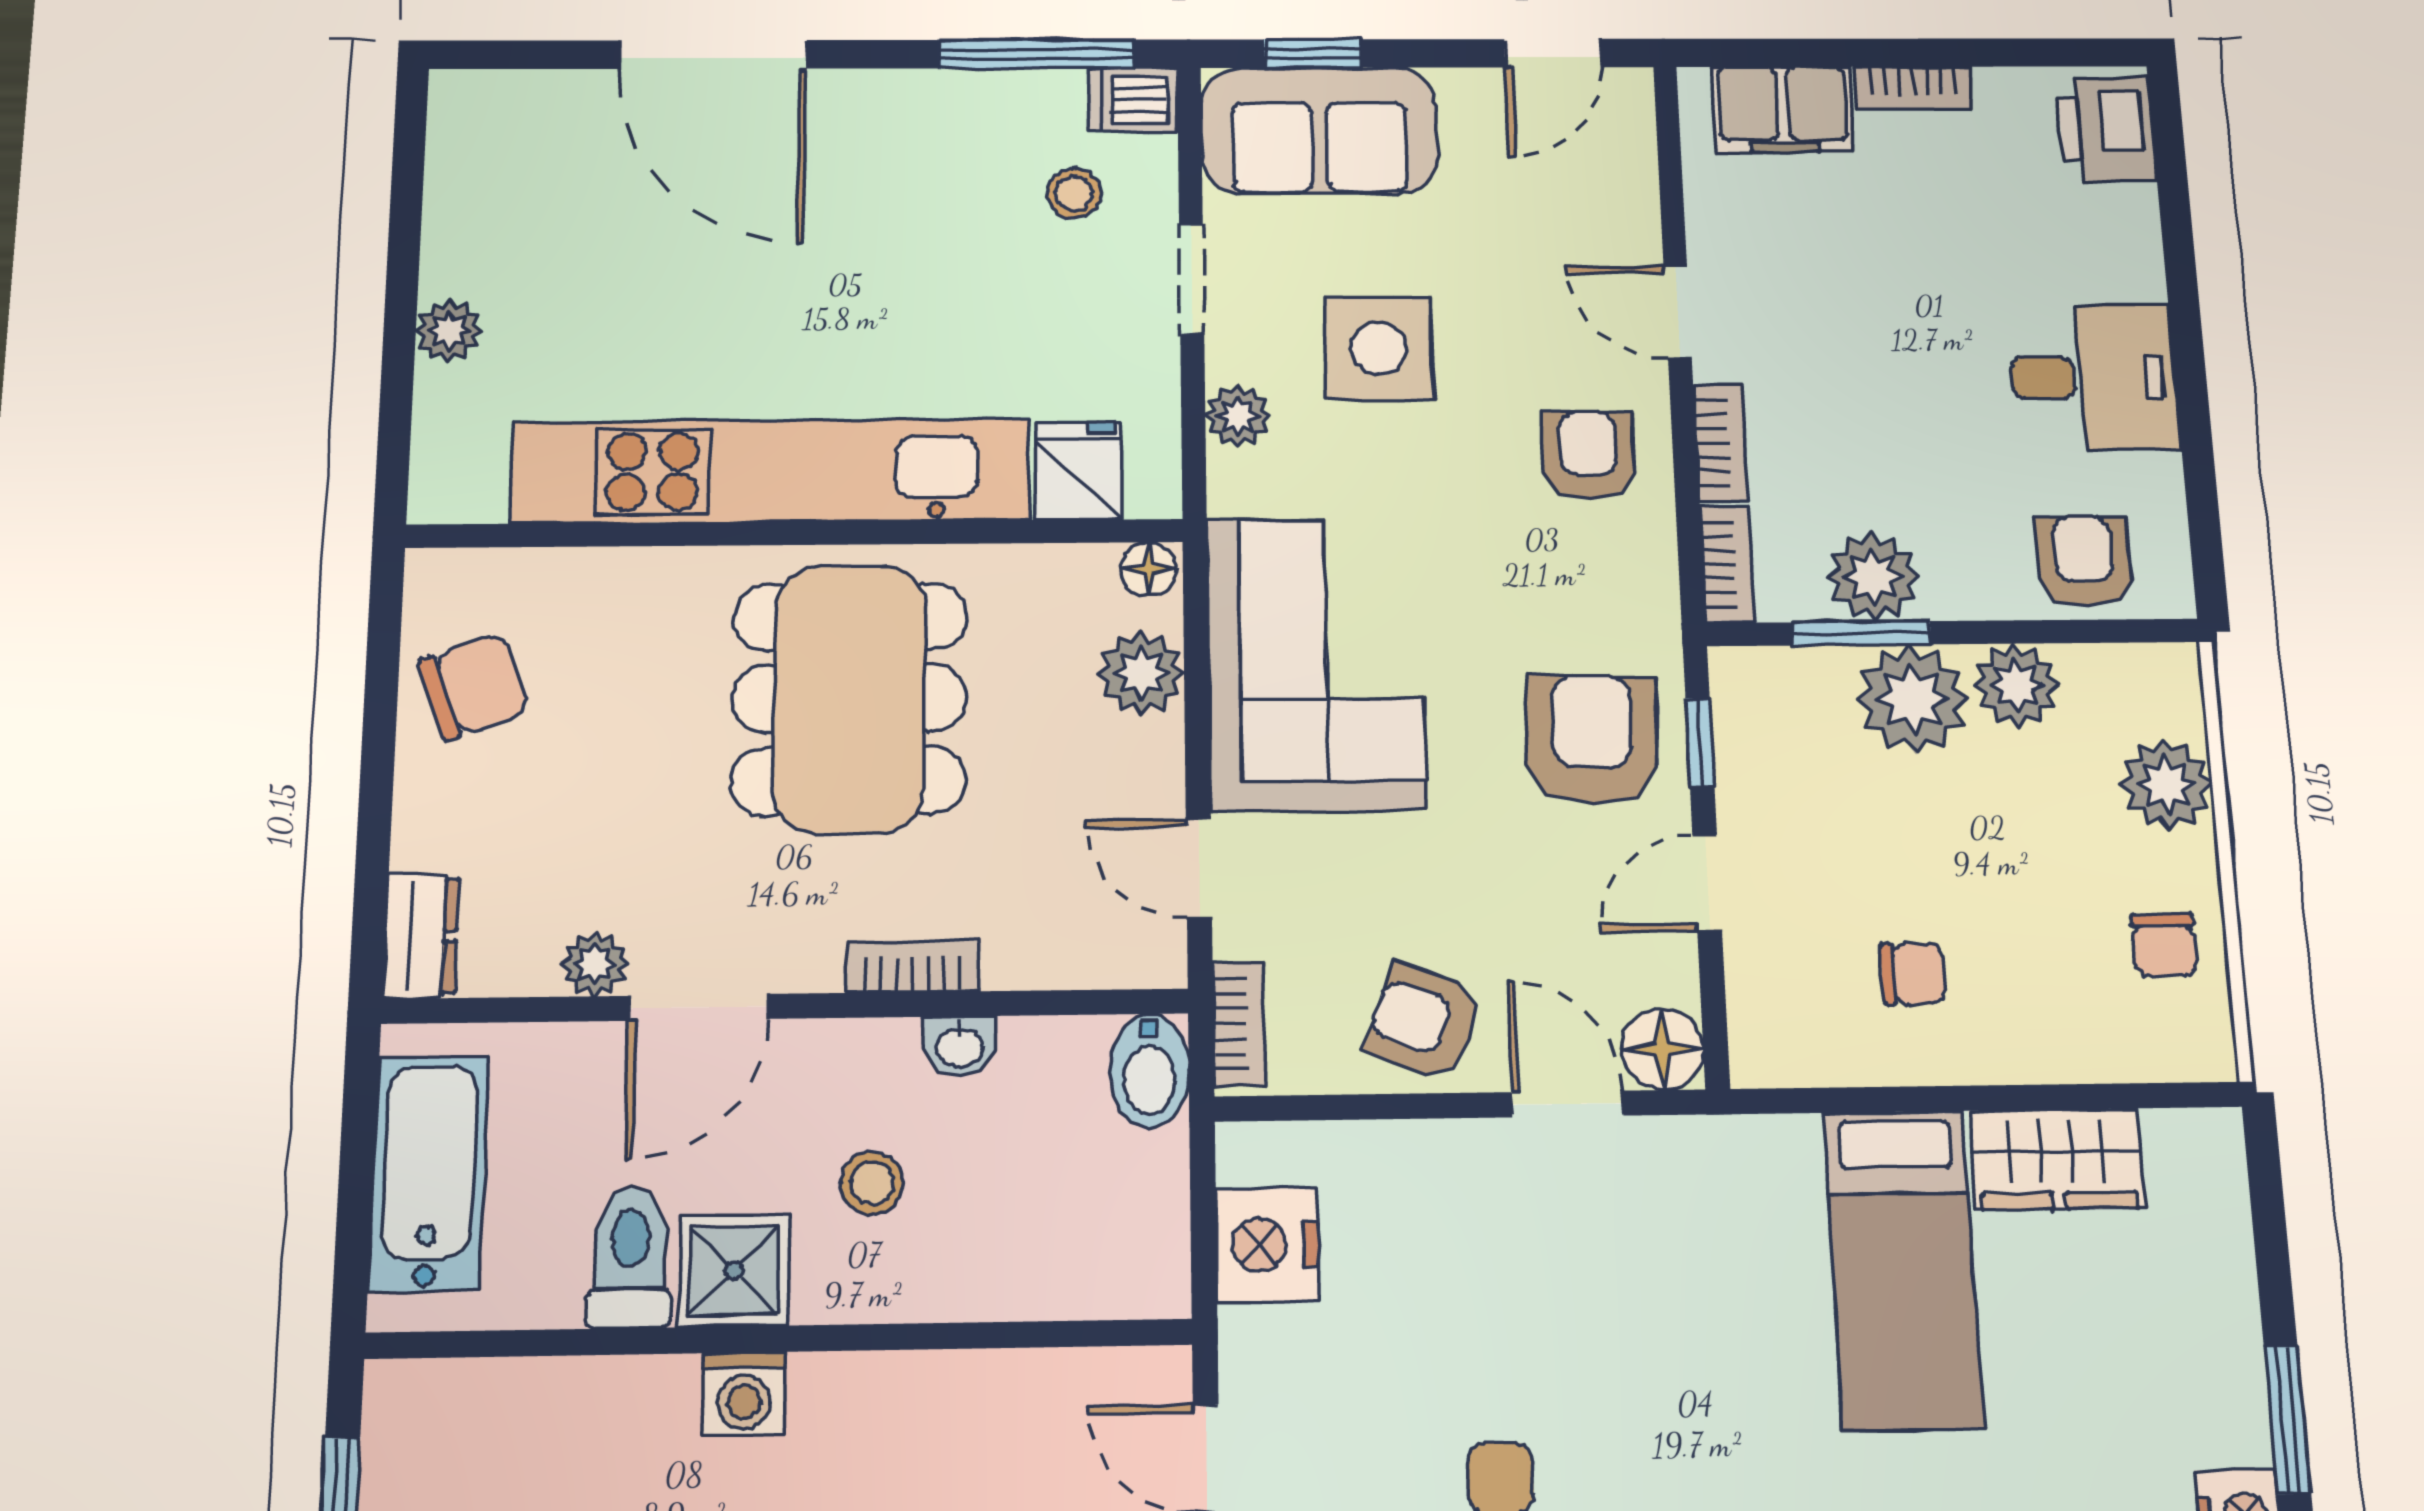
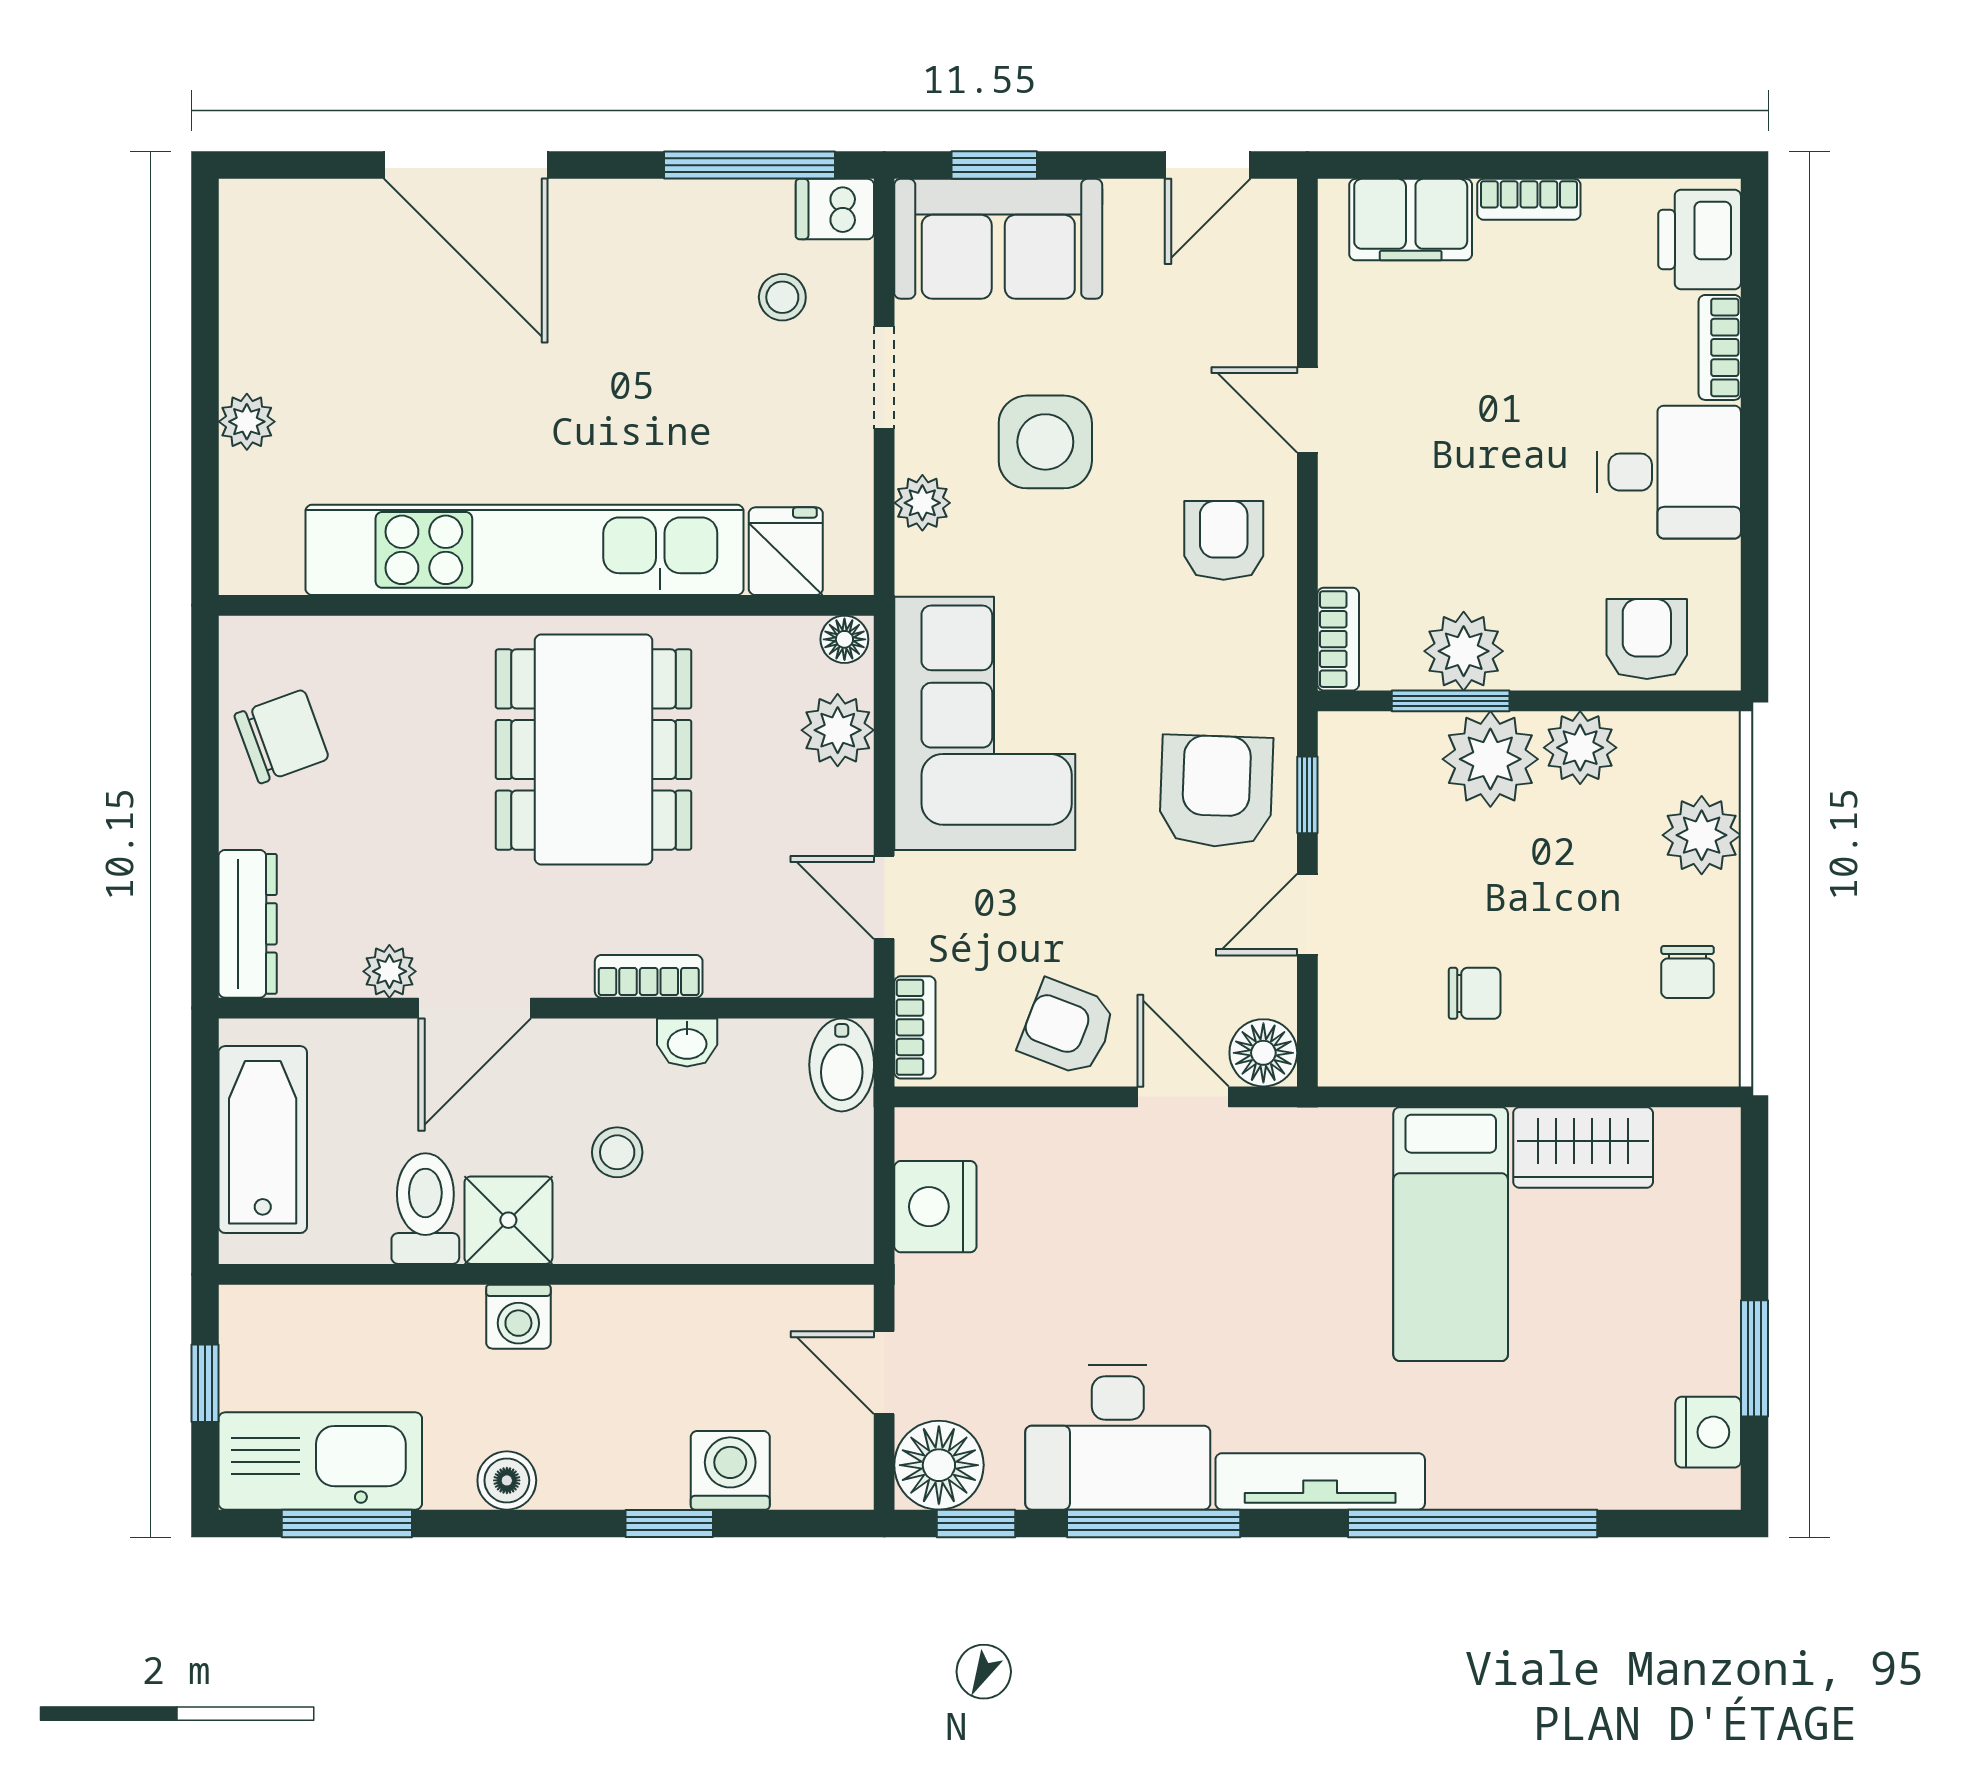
bookcase: (1720, 442) -> (1720, 347), moved, turned 180
dresser: (421, 936) -> (248, 924), width x1.44

